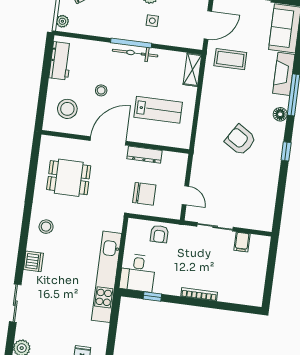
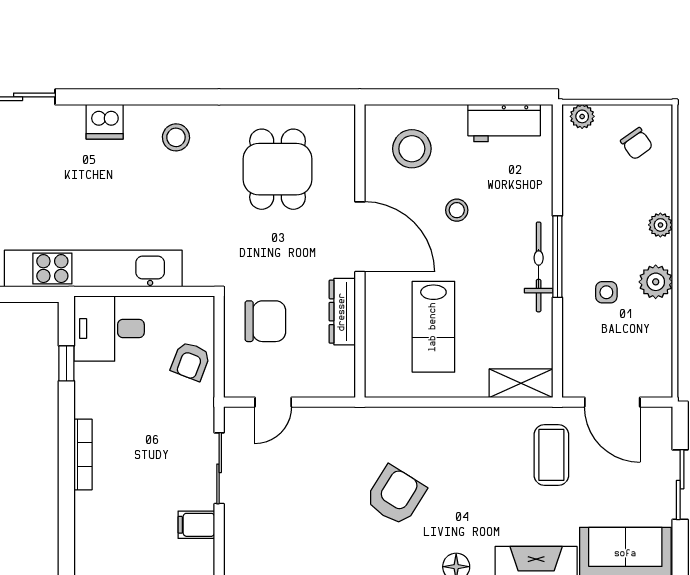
chair: (144, 194) -> (265, 321), turned -90
armchair: (159, 234) -> (191, 361), turned -69

